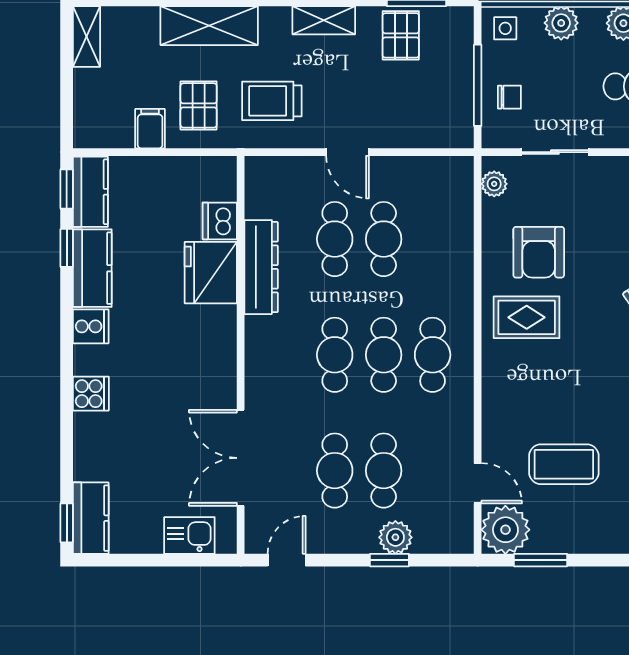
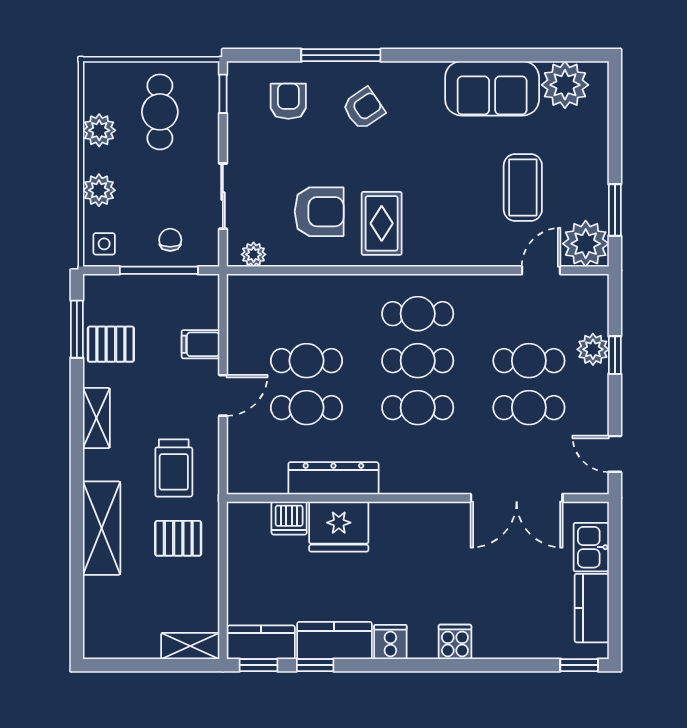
shelving: (87, 36) -> (190, 646), moved
filing cabinet: (150, 129) -> (200, 344), moved
kitchen counter: (91, 518) -> (592, 608), moved, turned -90

